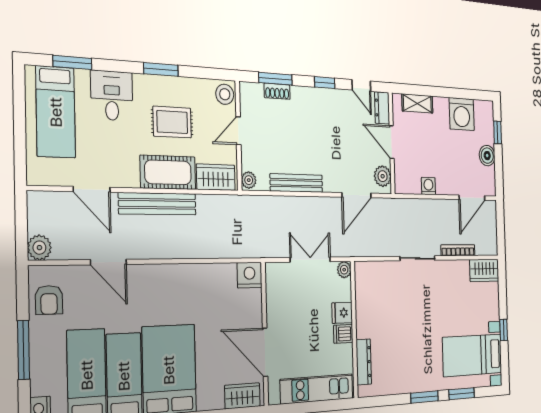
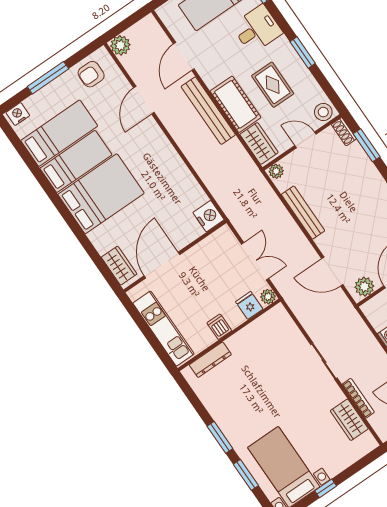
shoe rack: (277, 91) -> (344, 132), moved
wardrobe: (484, 270) -> (349, 420), moved
fridge: (342, 313) -> (249, 305), moved

